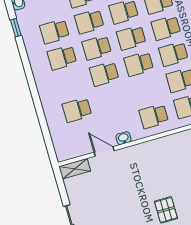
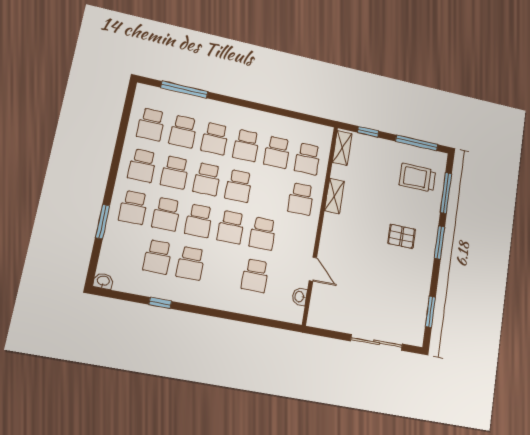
window: (16, 28) -> (160, 303), moved
school desk: (112, 100) -> (263, 234), added
washbasin: (123, 138) -> (300, 297), moved
door: (104, 151) -> (313, 269), swing flipped
shelving: (75, 169) -> (335, 196), moved

